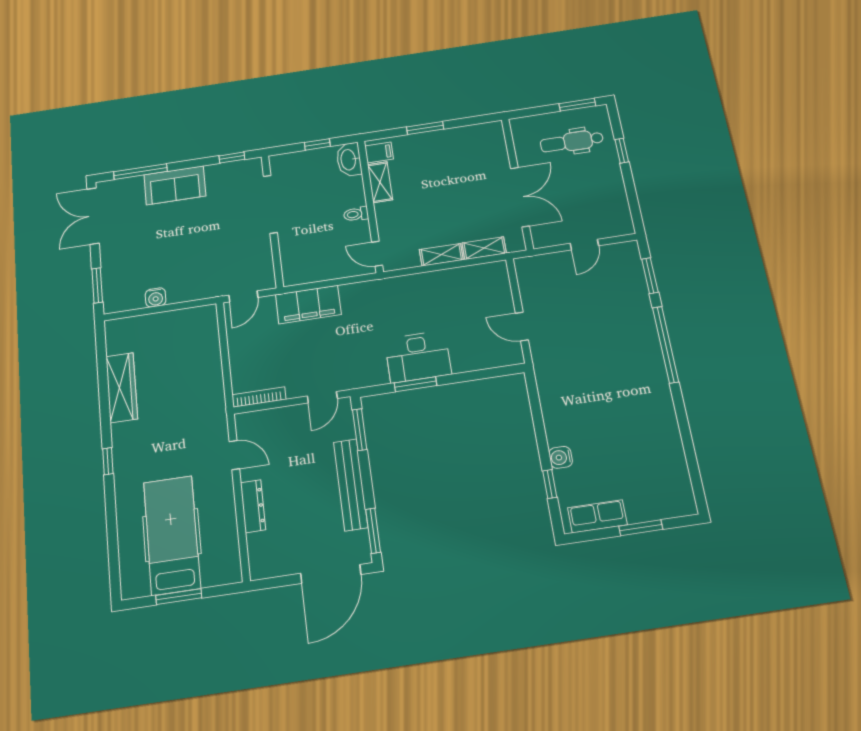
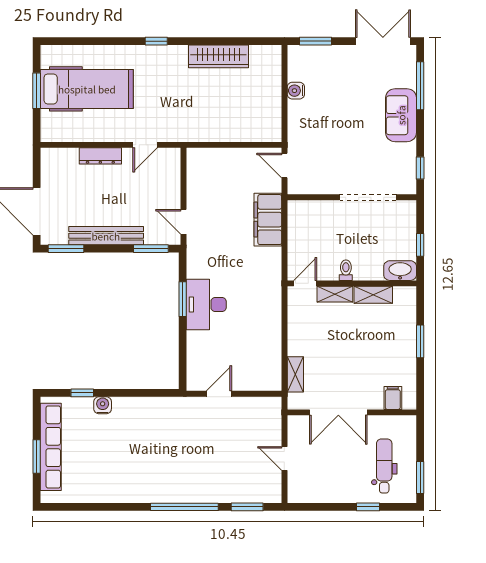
filing cabinet: (379, 152) -> (393, 398), moved, turned 180
shelving: (441, 255) -> (335, 294), moved, turned 90
bookcase: (259, 397) -> (192, 170), removed
row of seats: (597, 516) -> (51, 447), width x2.02

